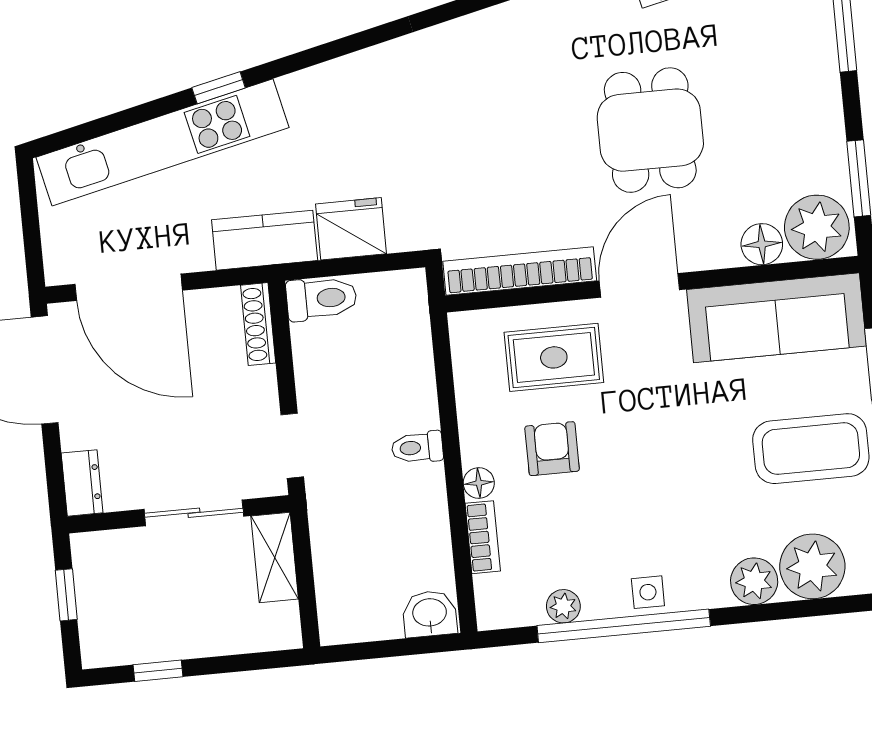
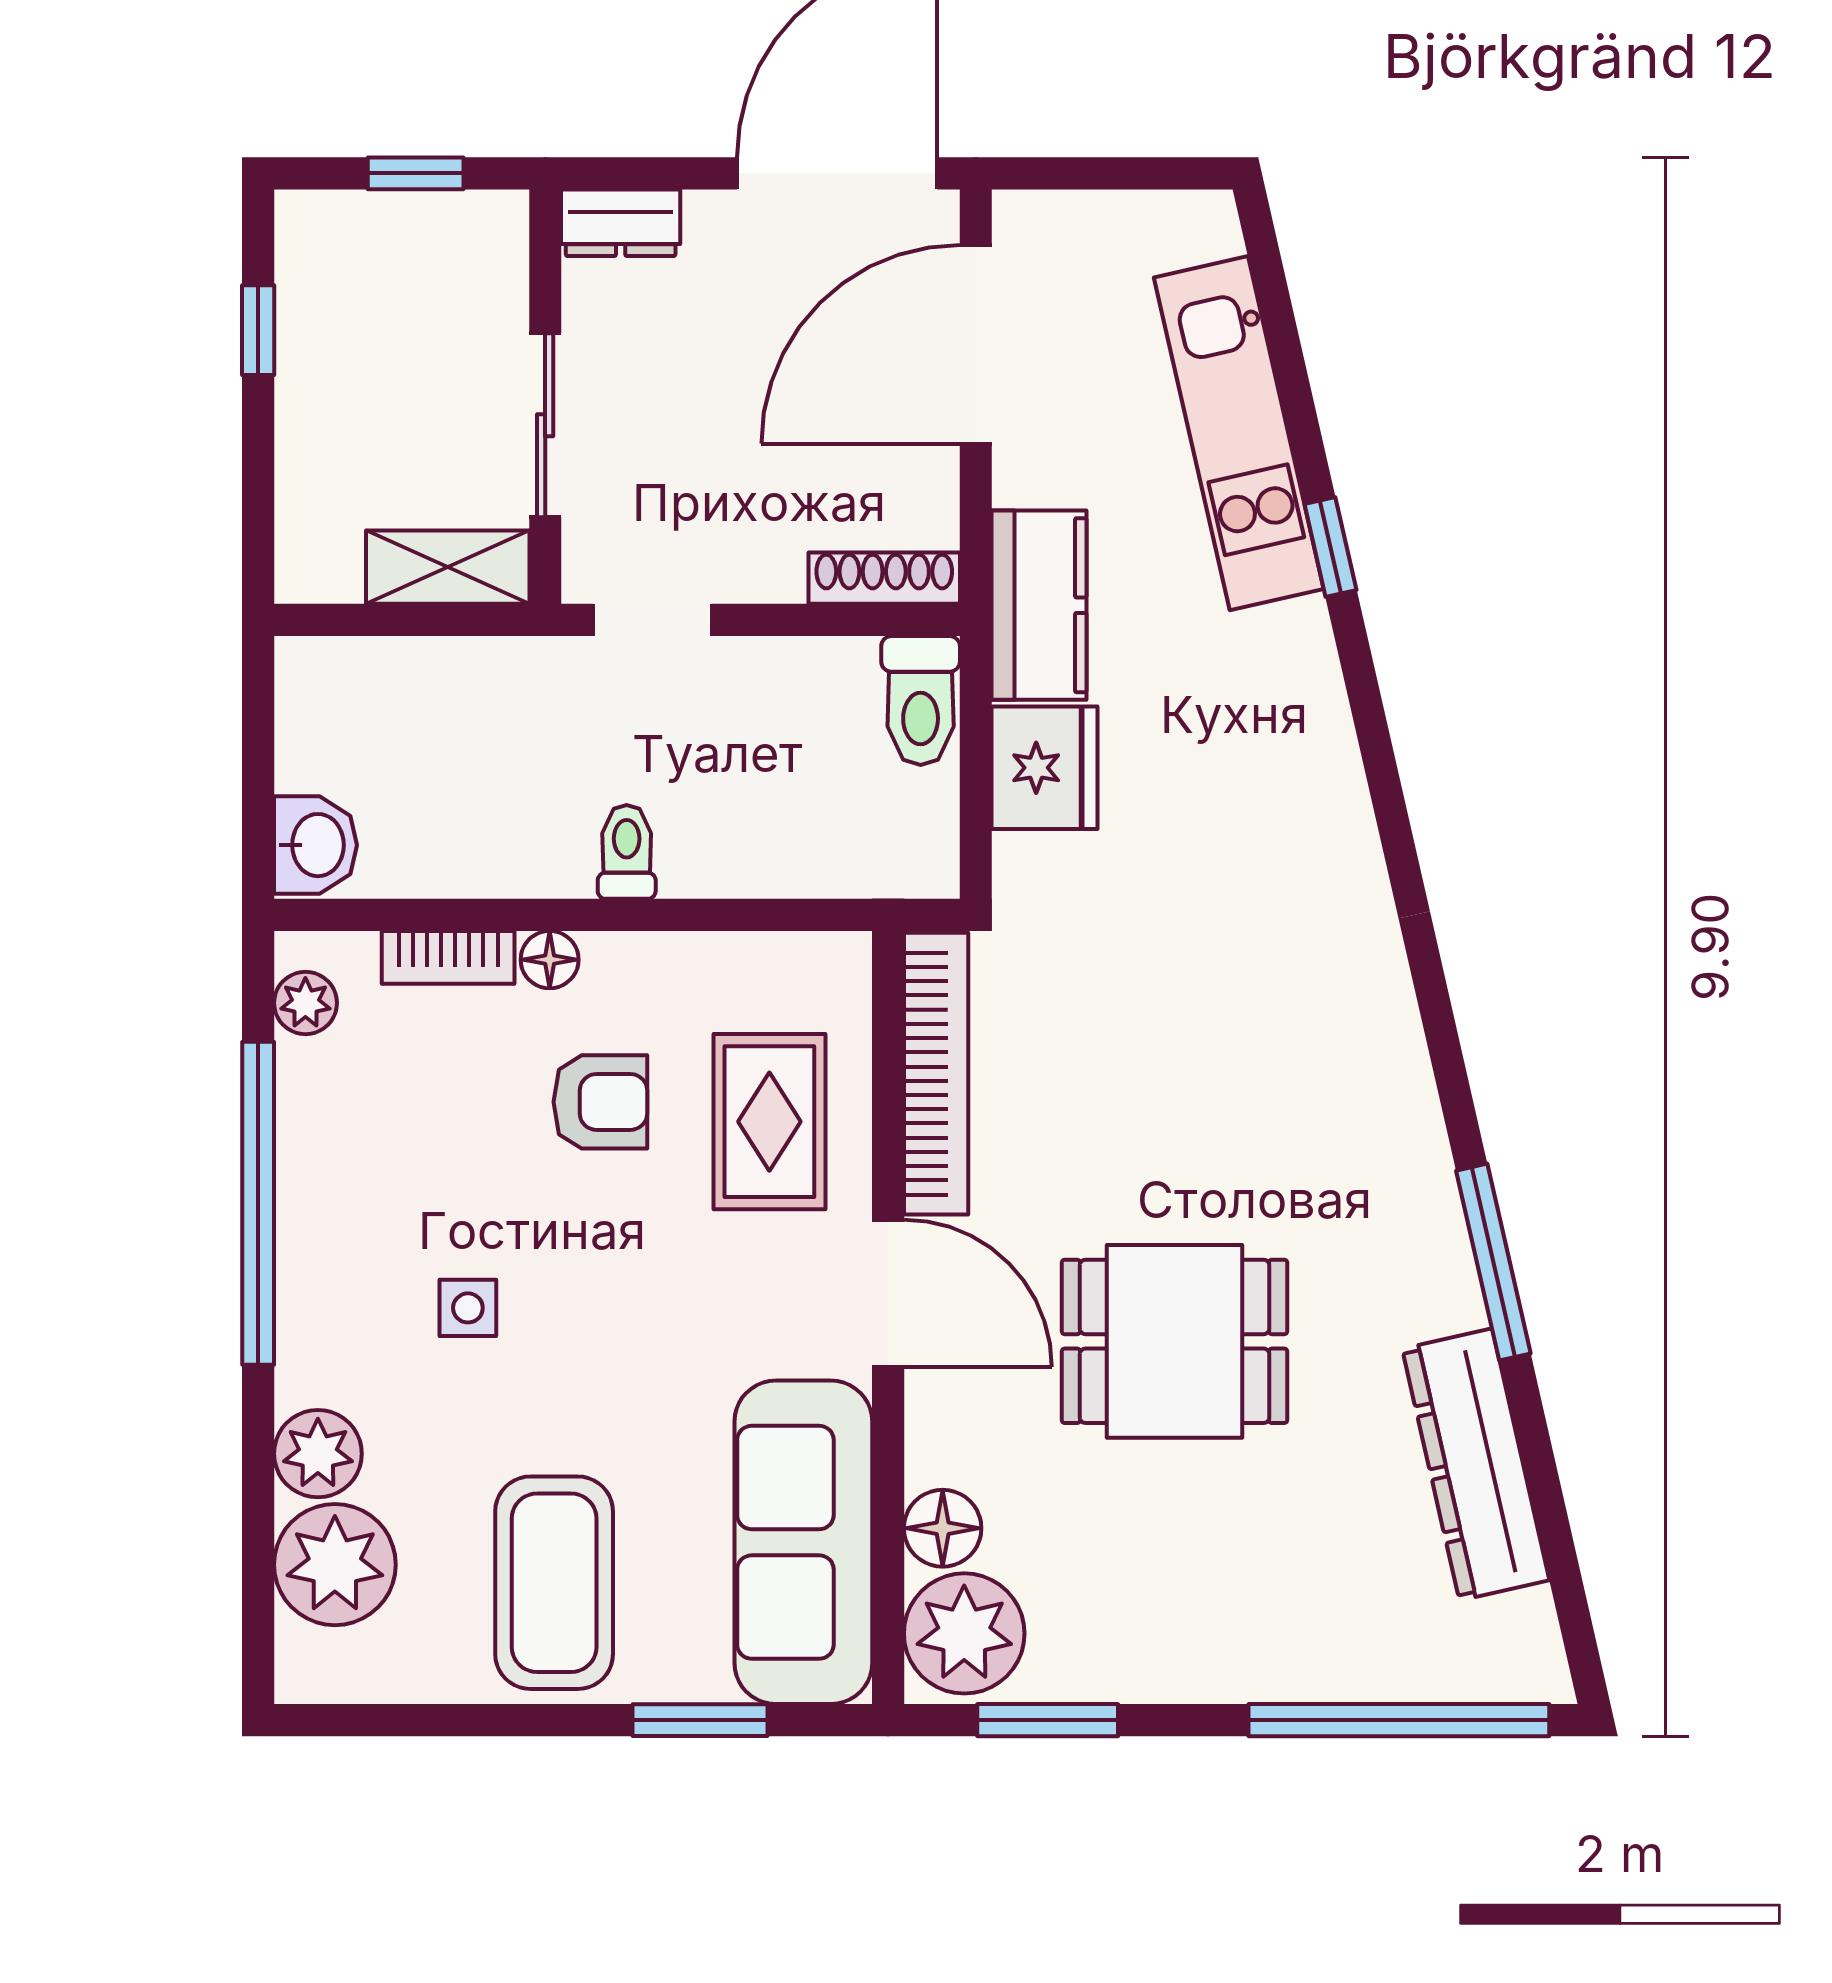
kitchen unit: (163, 142) -> (1239, 433), width x0.73
side table: (648, 592) -> (468, 1308), moved
plant: (563, 606) -> (305, 1003), moved

